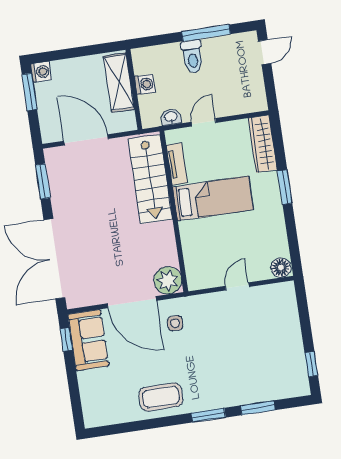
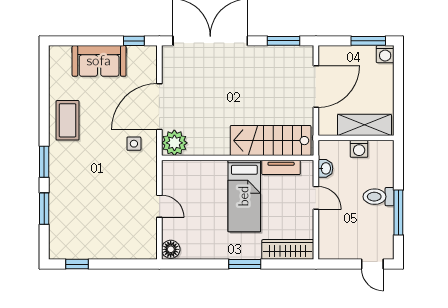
sofa: (88, 340) -> (99, 61), moved

